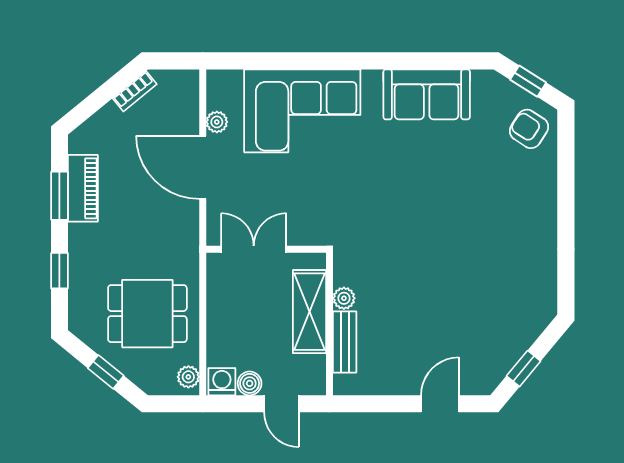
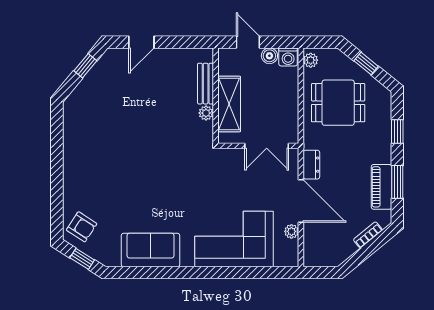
bookcase: (135, 91) -> (368, 235), moved
dresser: (187, 221) -> (311, 165), added

